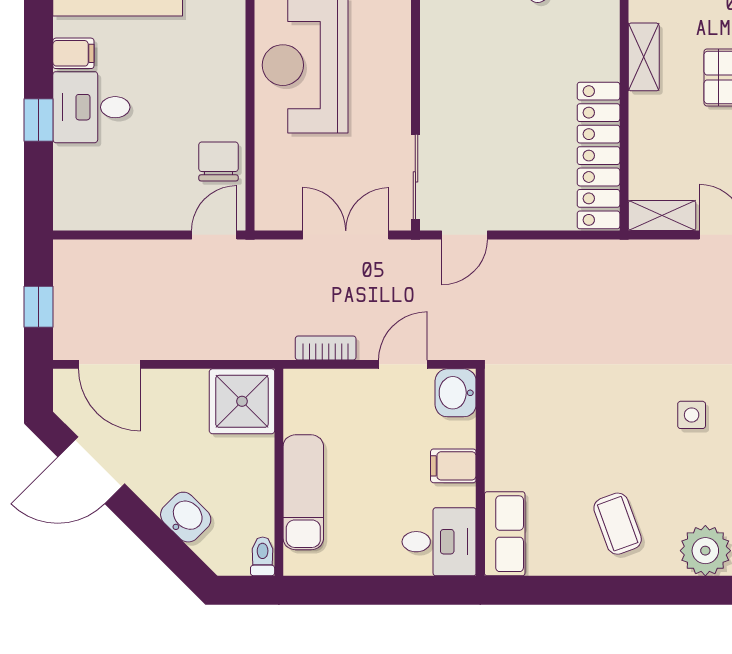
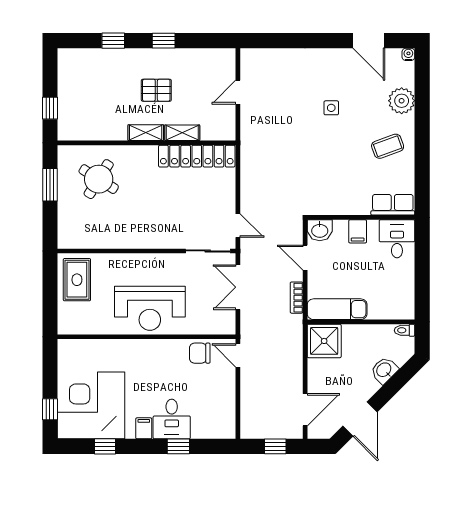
shelving: (662, 215) -> (182, 133), moved, turned 90
exam couch: (303, 492) -> (337, 309), moved

